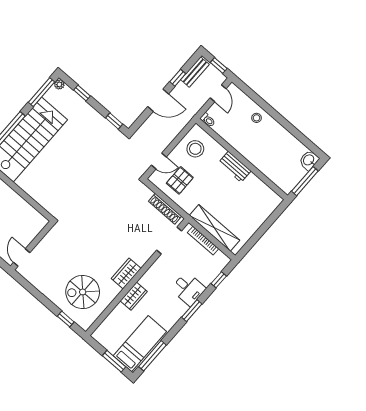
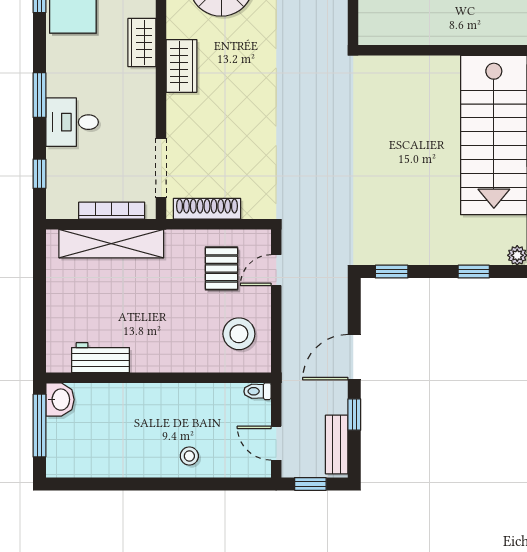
washbasin: (309, 160) -> (60, 400), moved
workbench: (235, 167) -> (100, 358), moved

